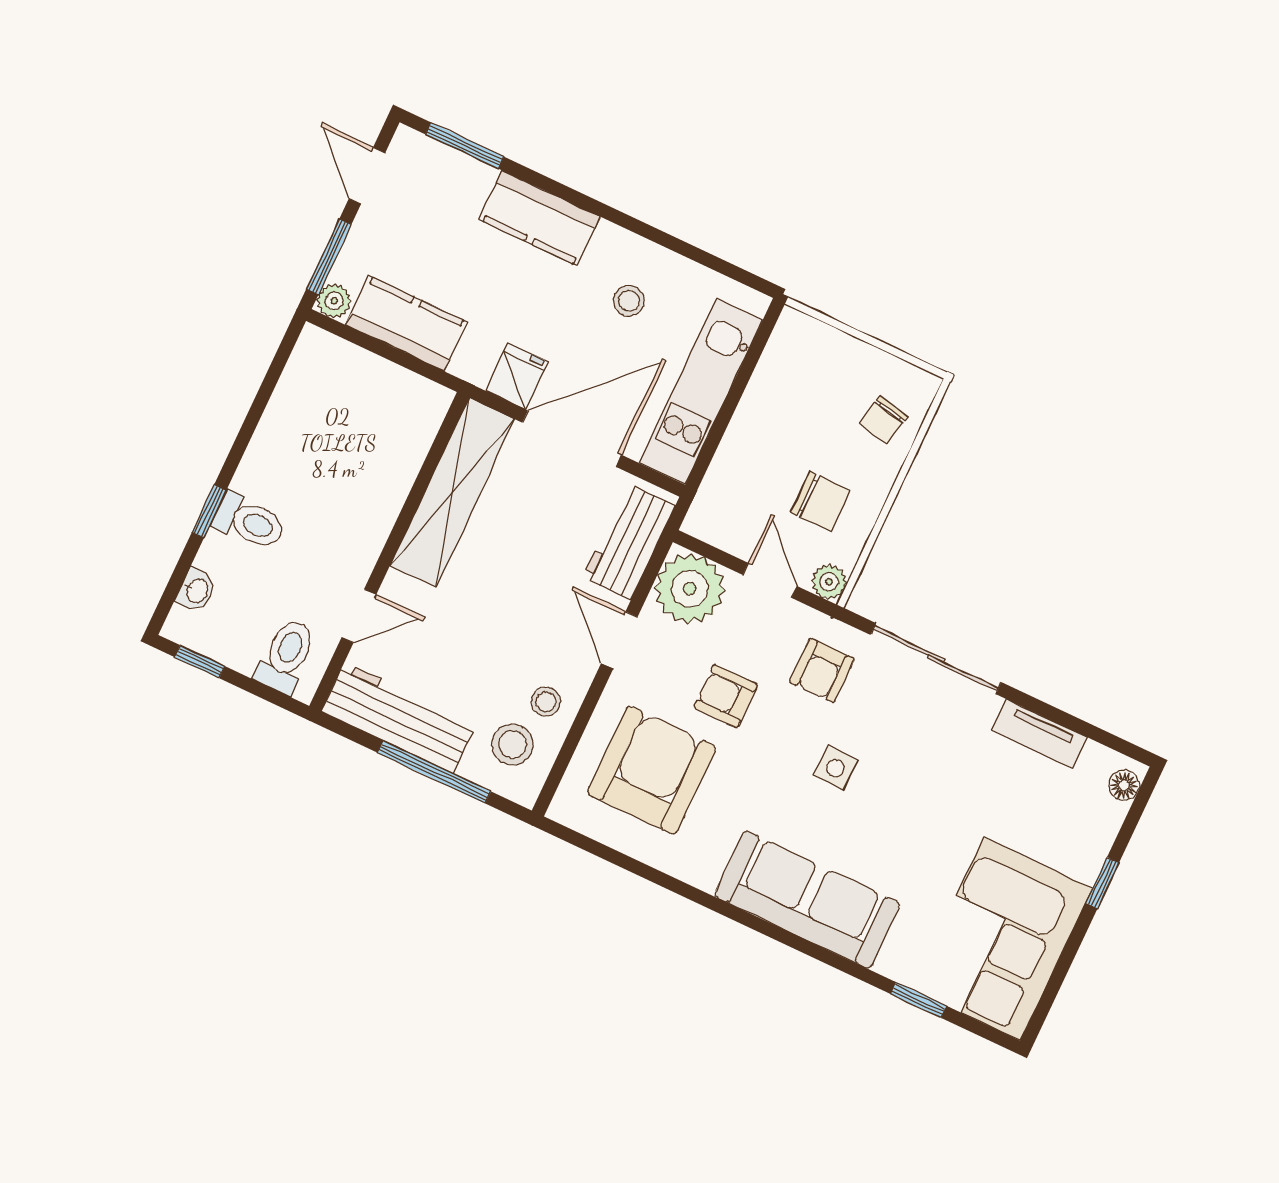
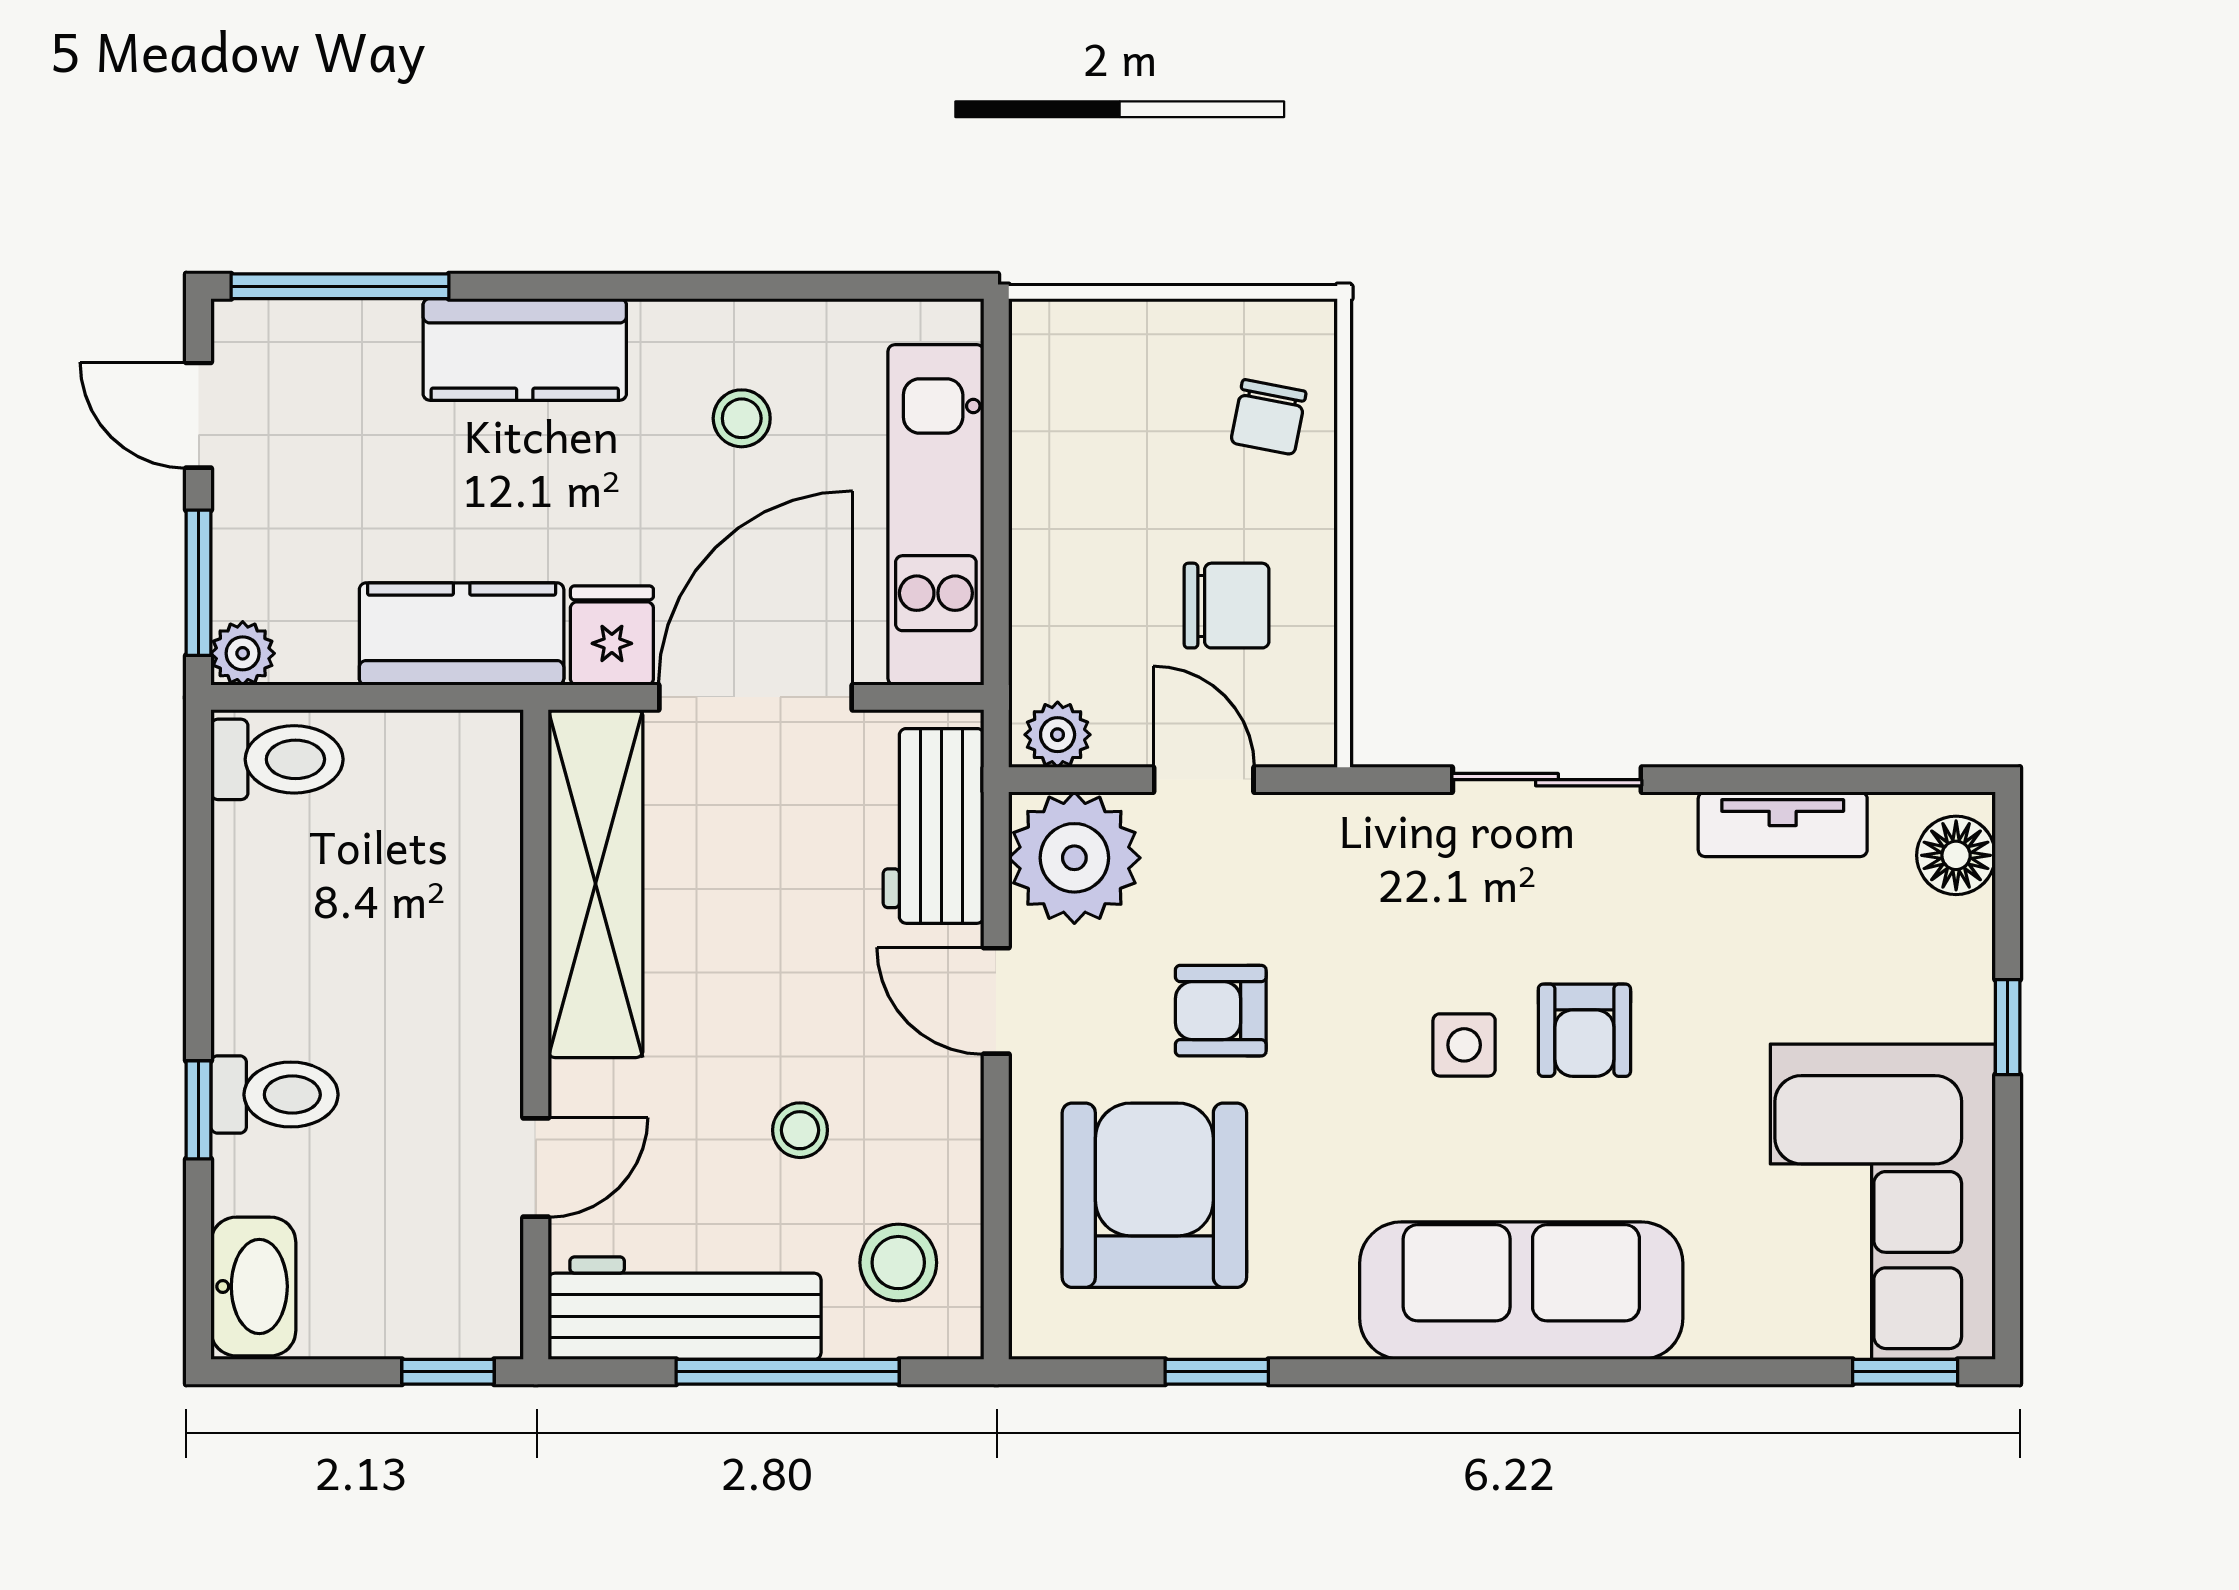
window: (465, 146) -> (340, 286), width x1.44
kitchen counter: (406, 323) -> (462, 634), moved
plant: (829, 582) -> (1058, 735), moved
washbasin: (197, 590) -> (253, 1286), width x1.91, depth x1.45
toilet: (286, 656) -> (277, 759), moved, turned 90
sliding door: (936, 659) -> (1547, 780), width x0.73
window: (200, 662) -> (448, 1372), moved
armchair: (822, 670) -> (1584, 1030), moved
stool: (546, 702) -> (800, 1130), moved
floor lamp: (1124, 785) -> (1956, 855), width x1.37, depth x1.37
window: (642, 870) -> (1217, 1372), added
window: (919, 1000) -> (1905, 1372), moved

